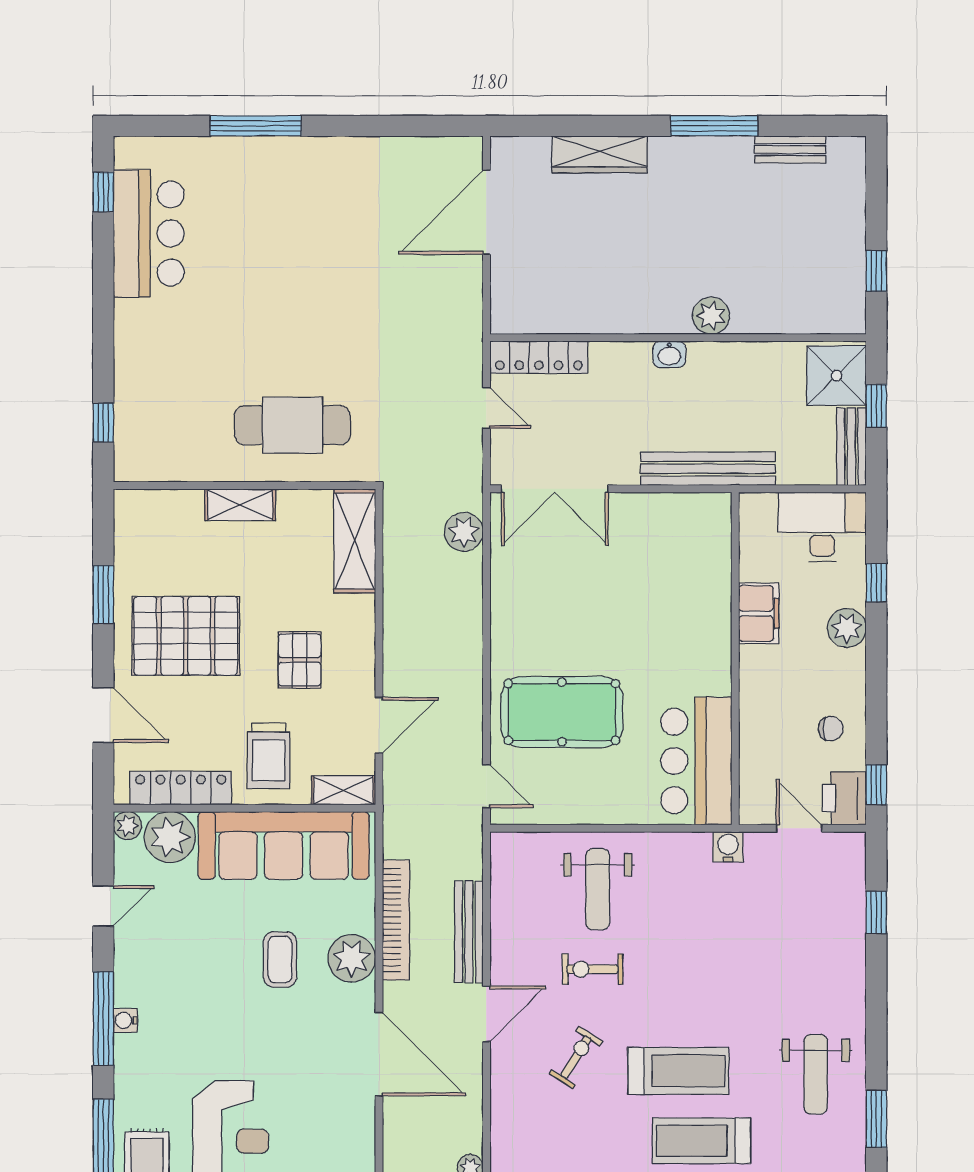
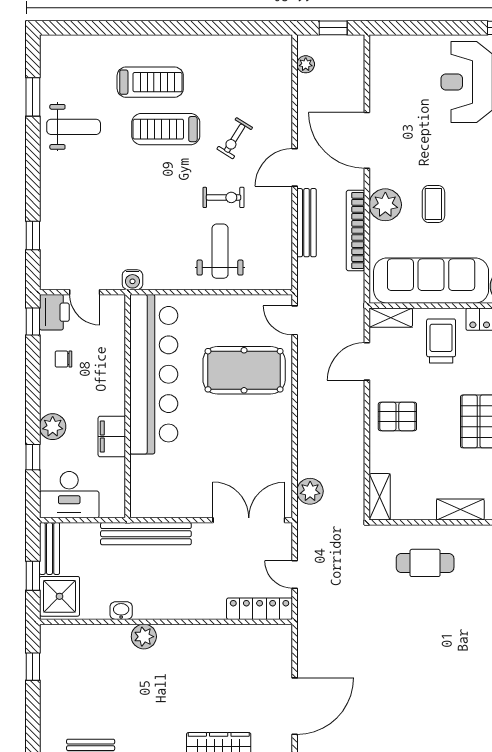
washbasin: (669, 354) -> (121, 611), moved
cafe table: (292, 425) -> (425, 563), width x0.73, depth x0.74
shelving: (355, 541) -> (380, 497), width x0.67, depth x0.75
pallet: (300, 660) -> (397, 416), moved, turned 90
bar counter: (696, 761) -> (154, 374), width x1.86
weight bench: (816, 1074) -> (74, 127), turned 90

